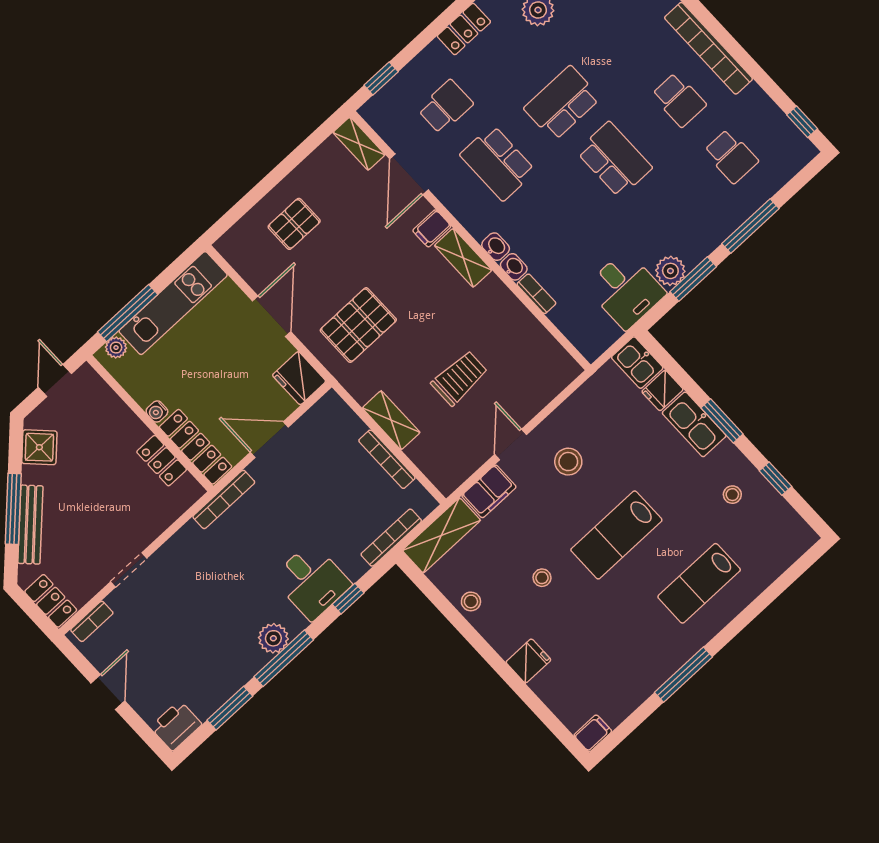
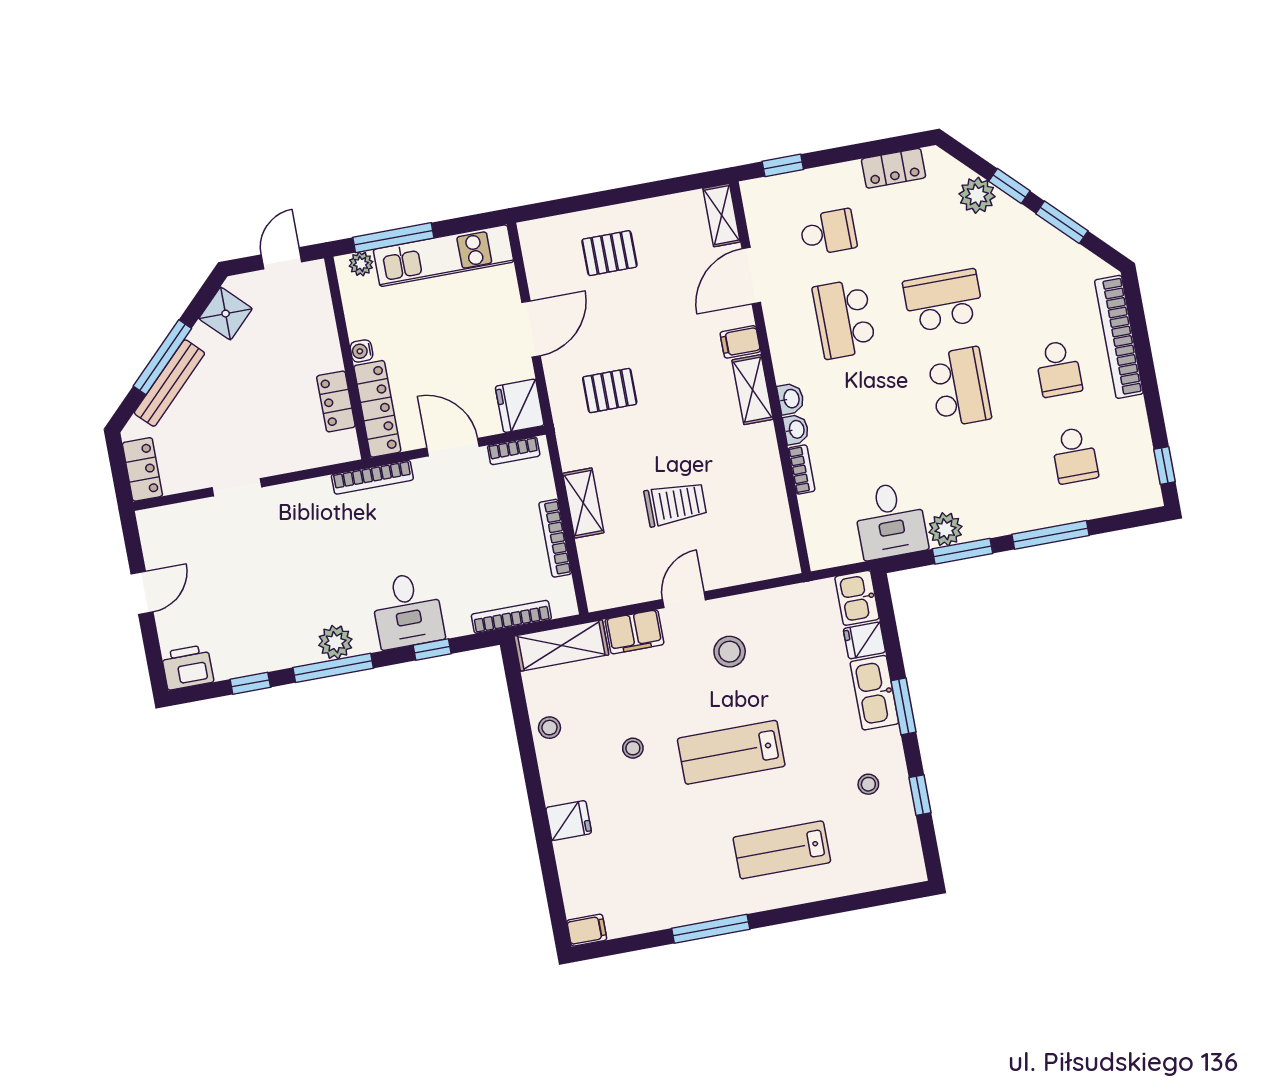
pallet: (358, 325) -> (610, 391), width x0.67, depth x0.71
bookcase: (92, 621) -> (514, 451), moved
window: (230, 708) -> (250, 683), width x0.67

